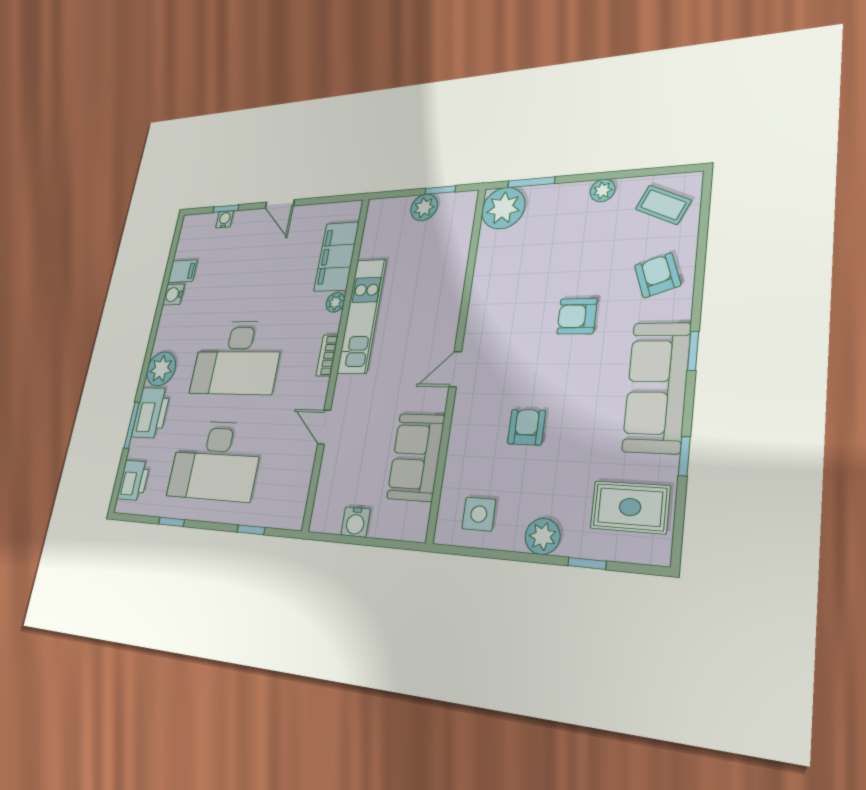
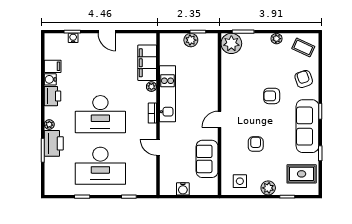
plant: (161, 369) -> (49, 124), width x0.53, depth x0.53
printer: (133, 480) -> (52, 96), moved

